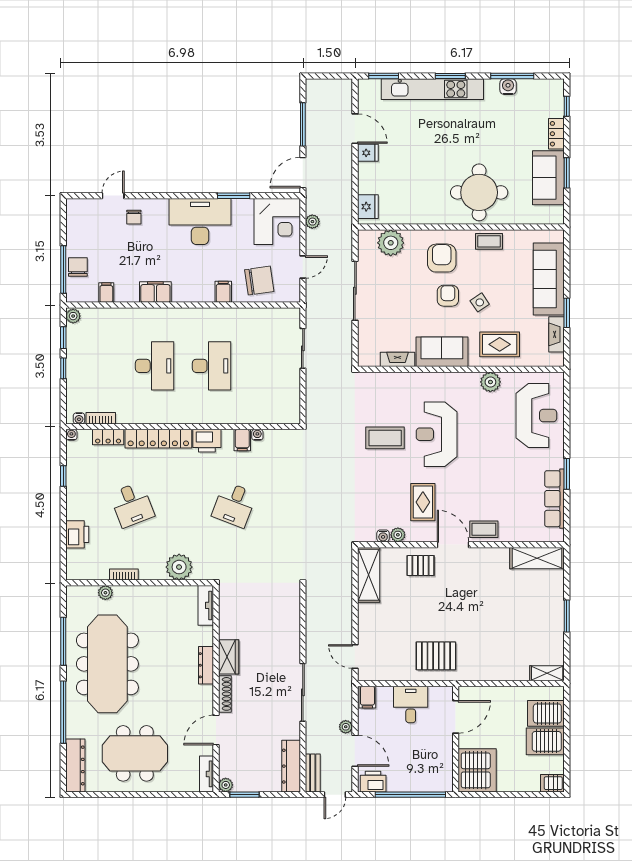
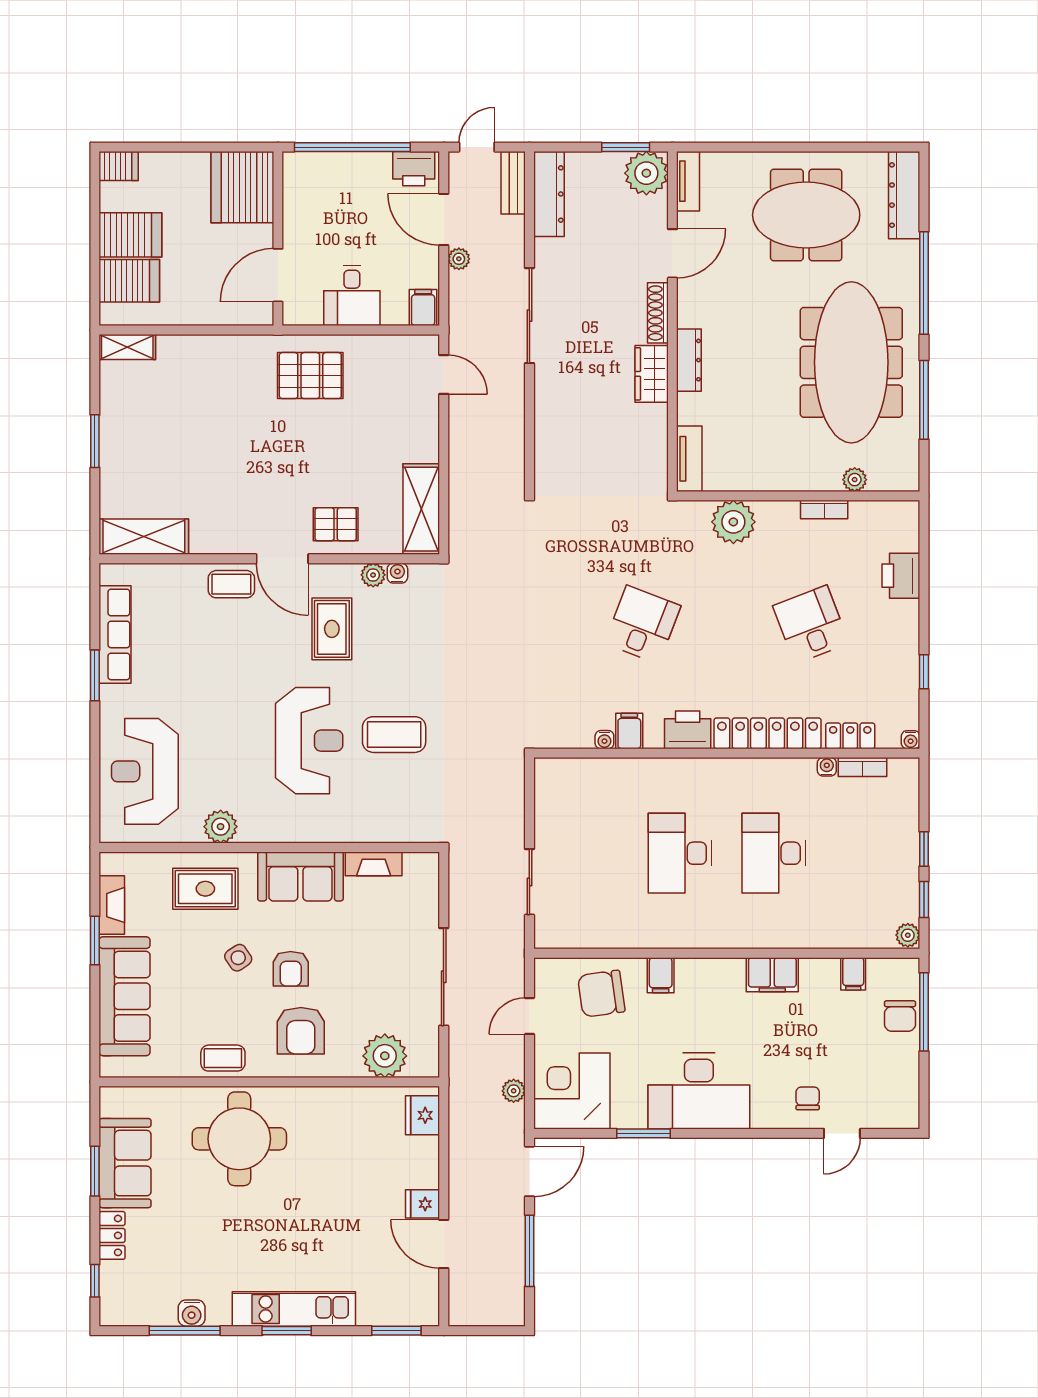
kitchen unit: (432, 89) -> (294, 1309), width x0.73
water cooler: (79, 418) -> (827, 767), moved
plant: (226, 785) -> (646, 173), width x1.87, depth x1.87

